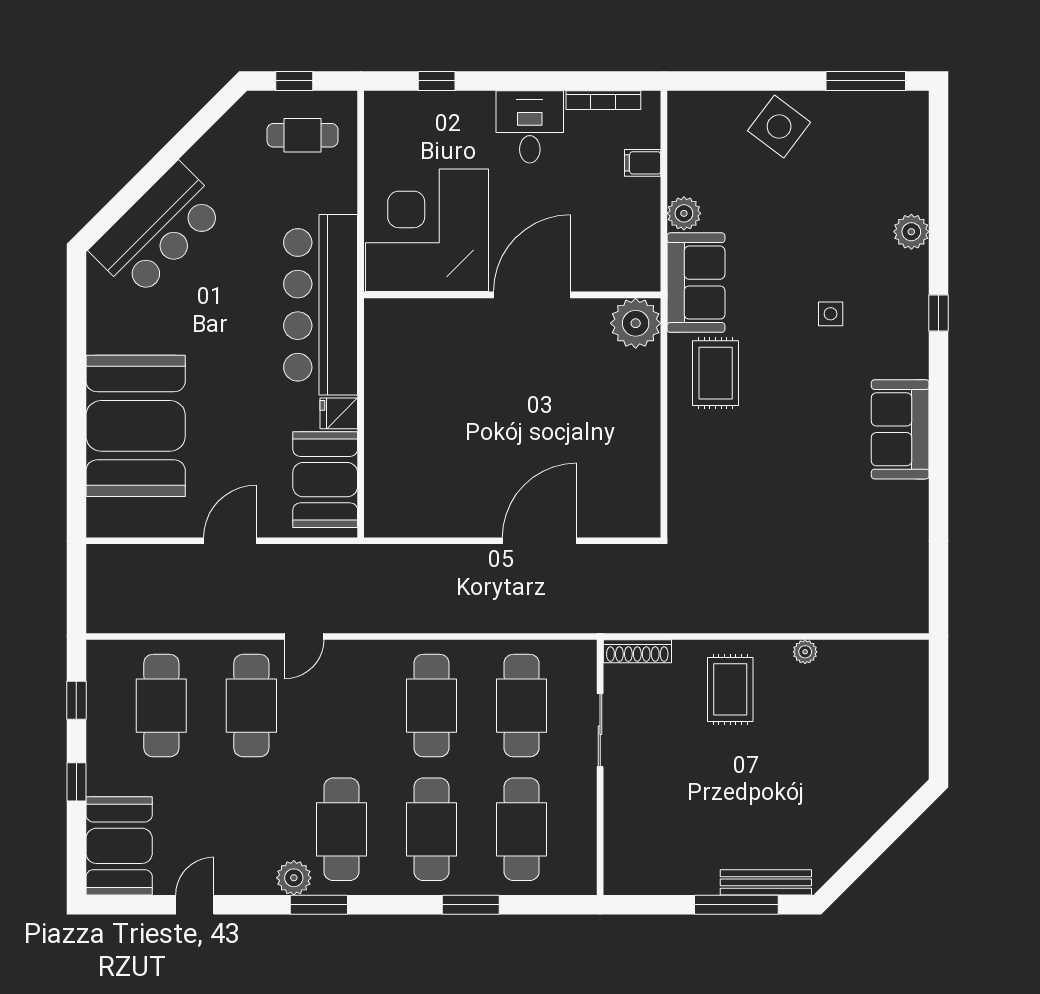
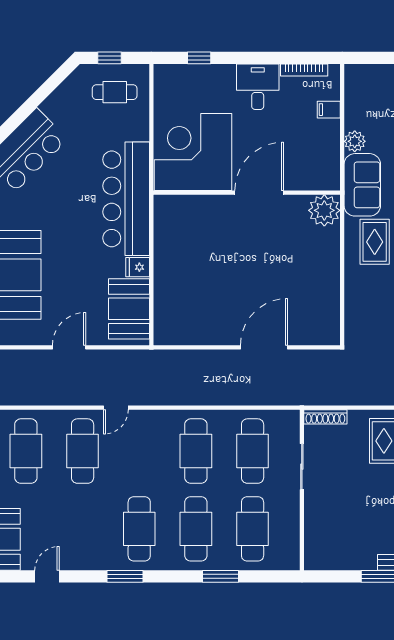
plant: (294, 878) -> (109, 559), removed

